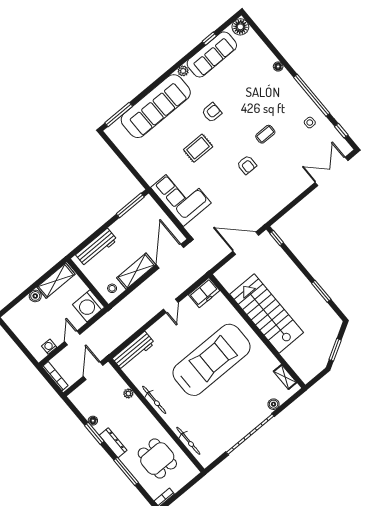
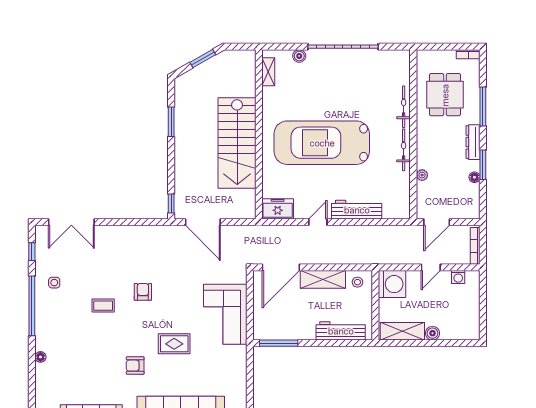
workbench: (134, 351) -> (357, 210), moved
bicycle: (188, 441) -> (404, 107), moved

